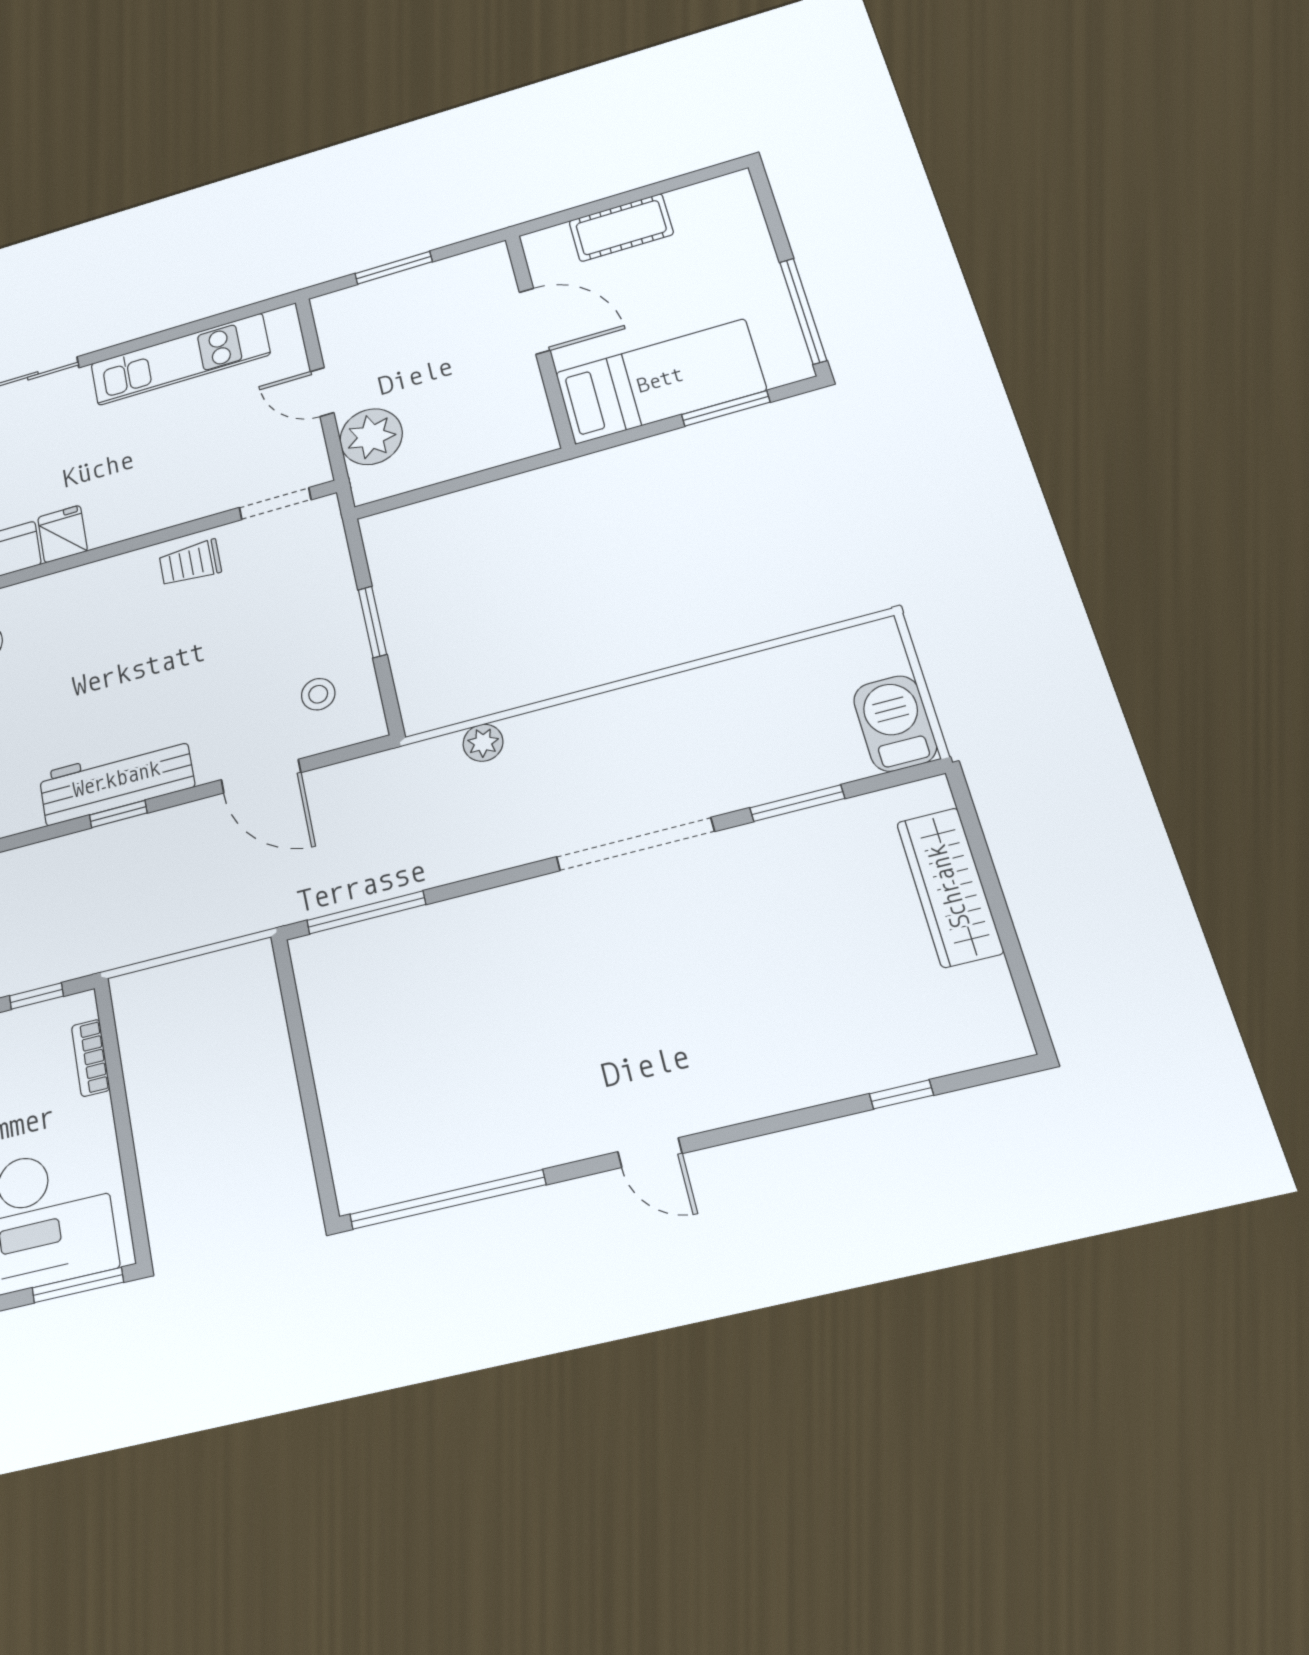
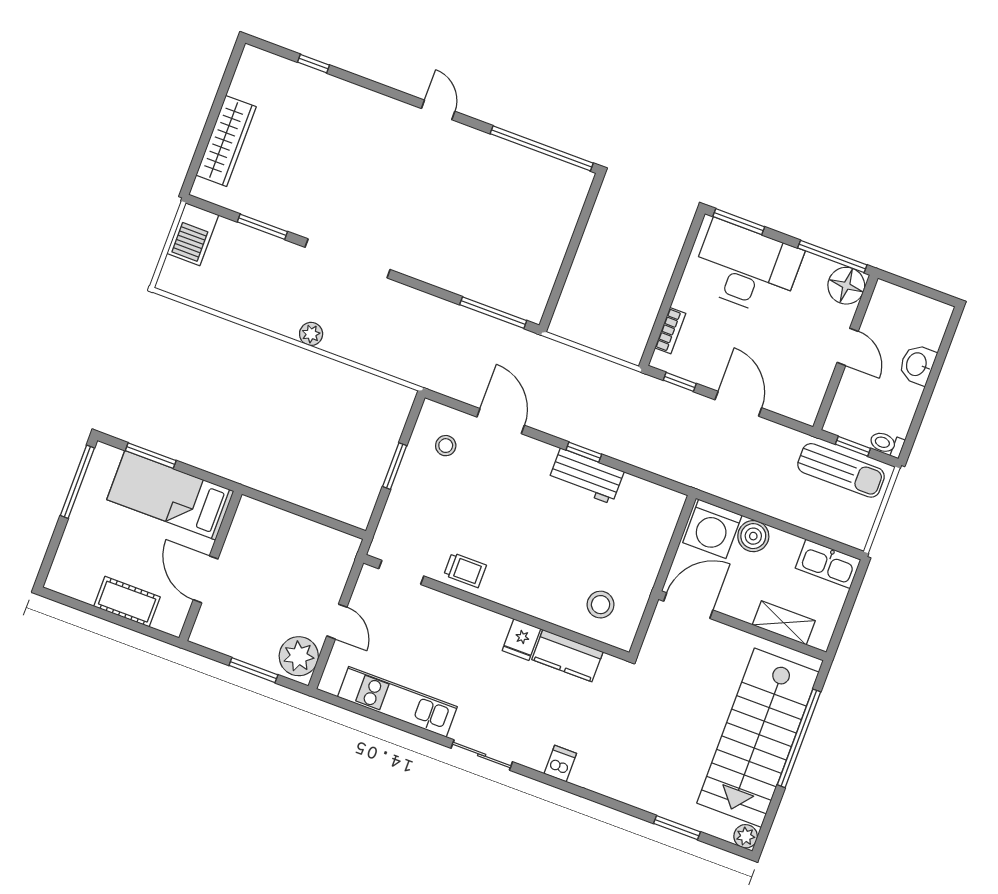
plant: (371, 437) -> (299, 656), moved
plant: (483, 743) -> (311, 334), moved
workbench: (116, 780) -> (586, 476), width x0.73

